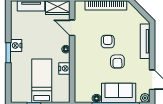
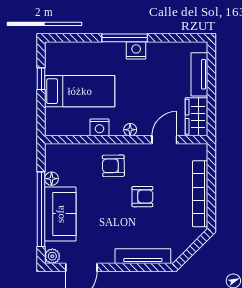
window: (8, 53) -> (125, 38), width x1.44
armchair: (117, 61) -> (113, 166), moved

